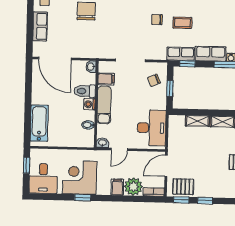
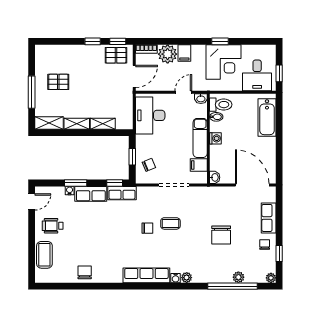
coffee table: (182, 23) -> (170, 223), moved
toilet: (85, 91) -> (221, 105), moved
desk: (43, 178) -> (257, 75), moved, turned 180

